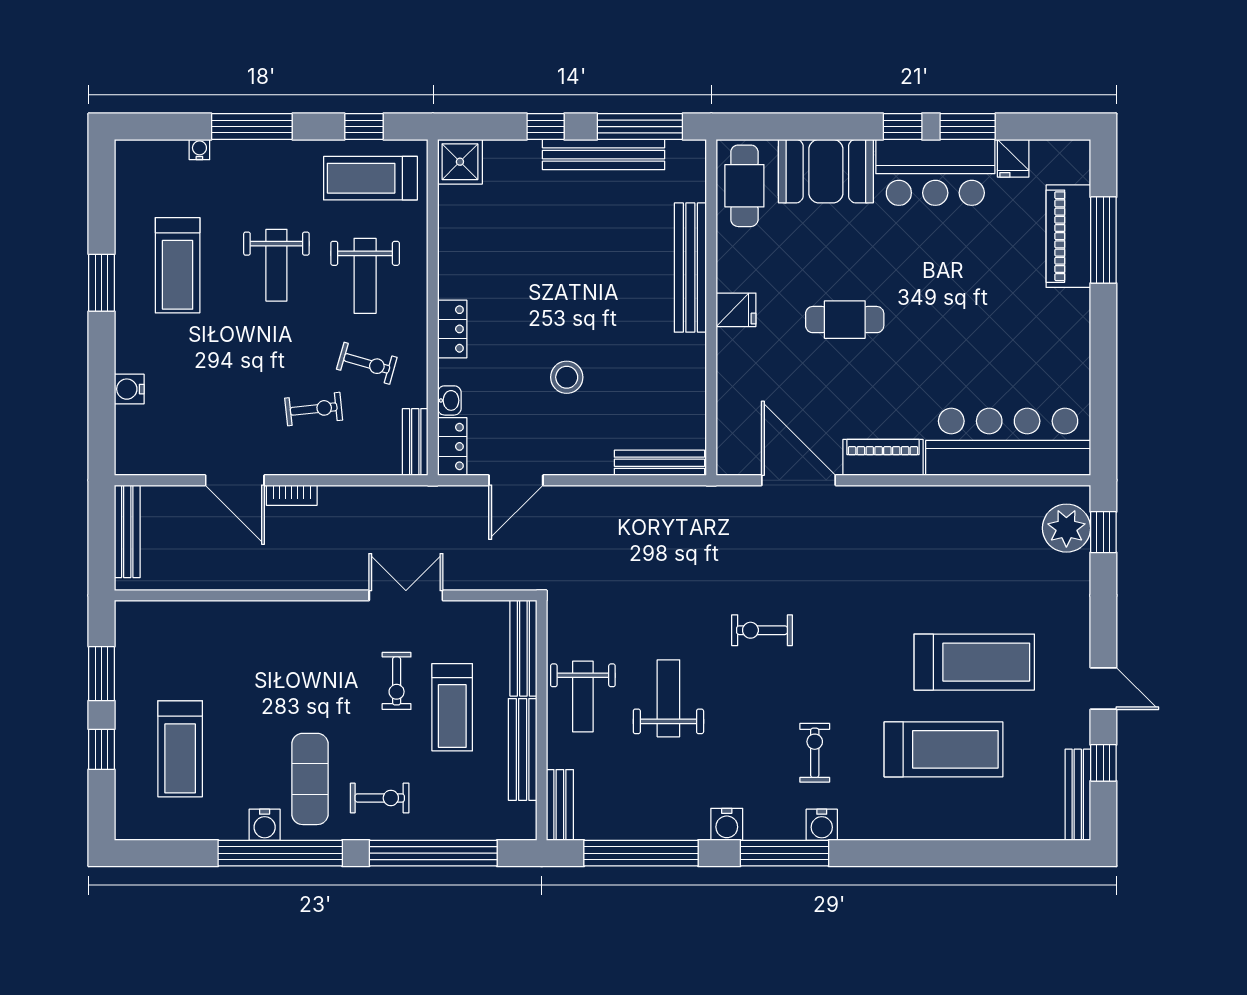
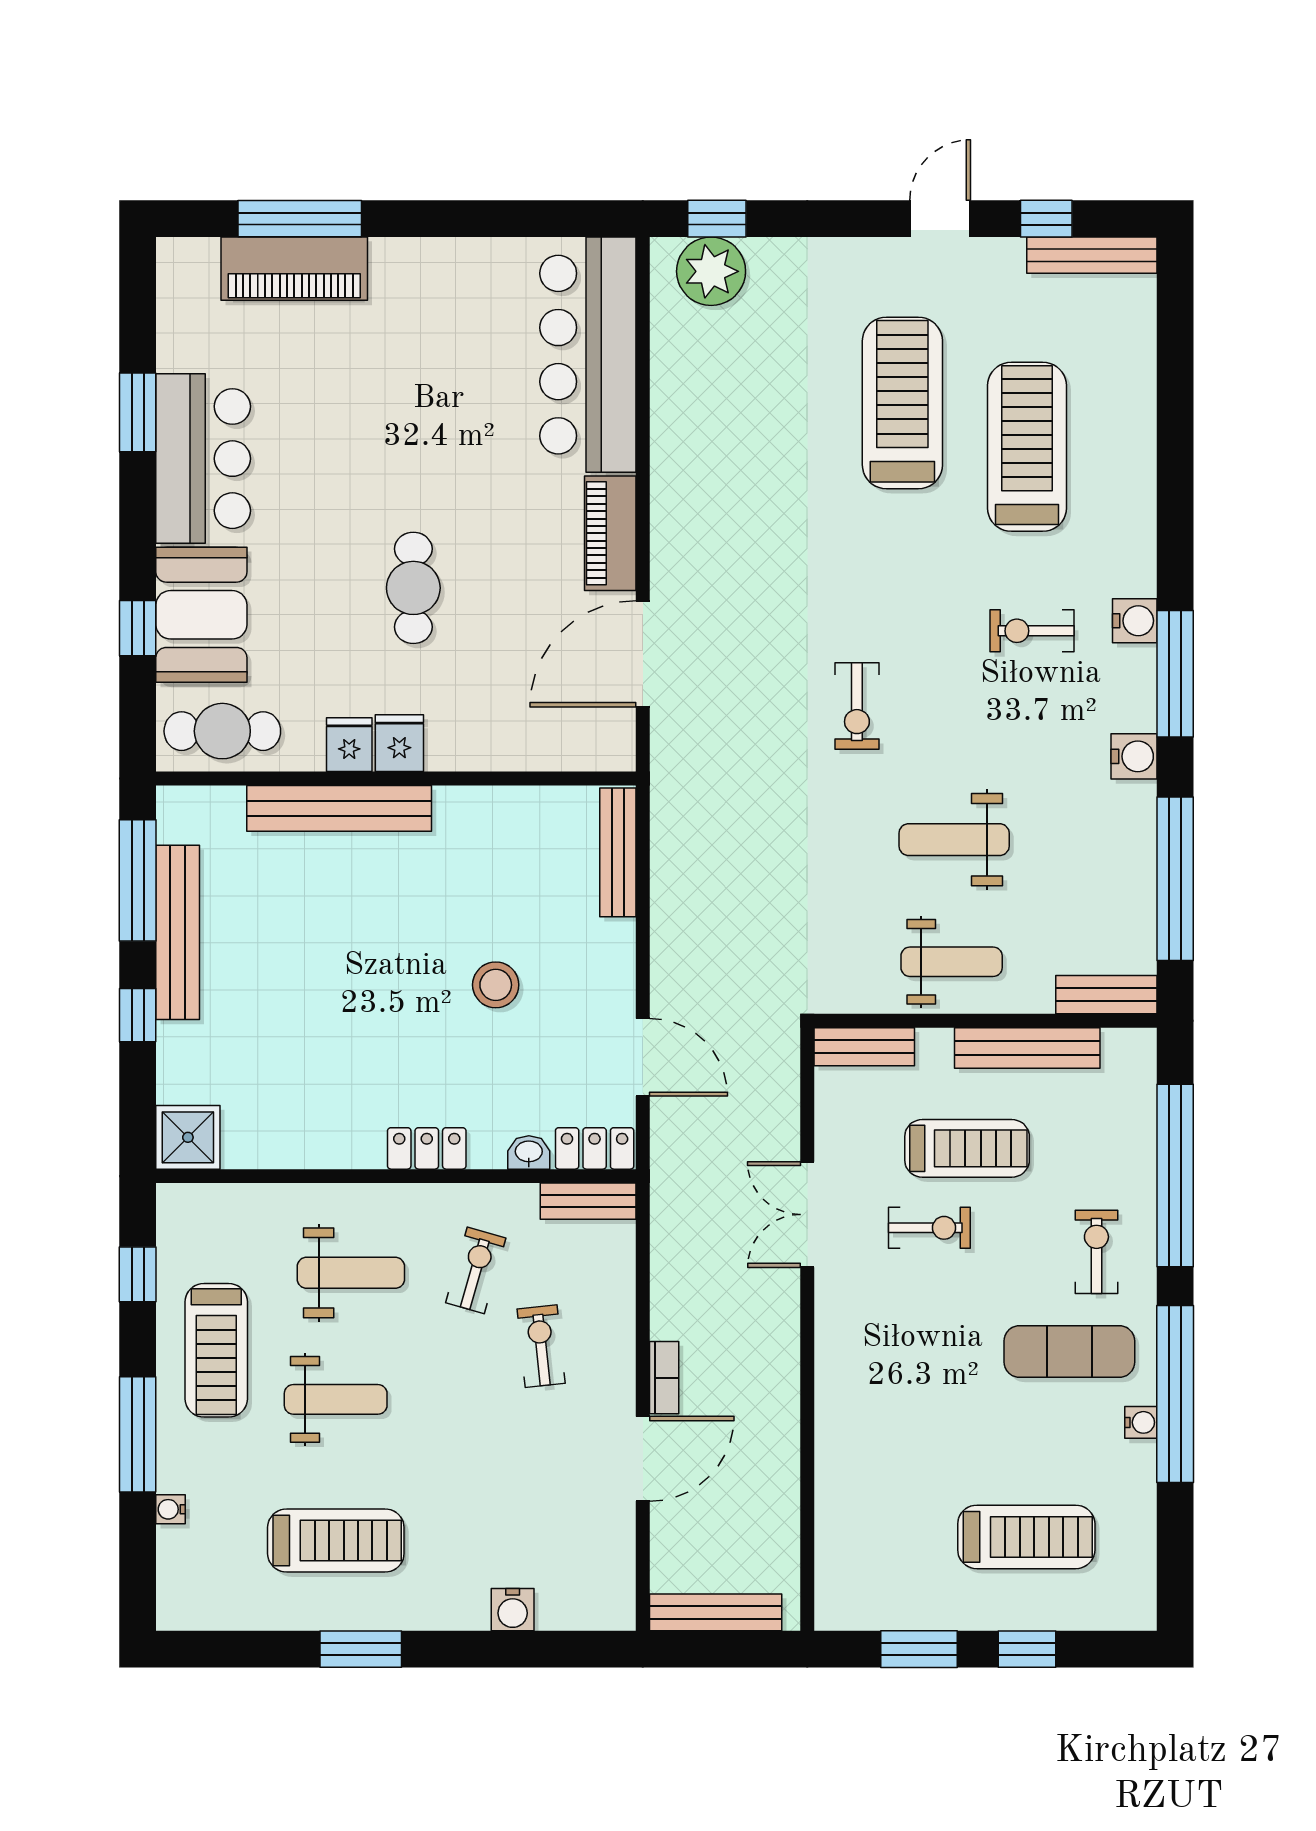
window: (903, 127) -> (138, 628), moved
fridge: (1013, 158) -> (349, 745), moved, turned -90
treadmill: (370, 178) -> (216, 1350), moved
bench: (523, 648) -> (864, 1047), width x0.73
water cooler: (265, 825) -> (1141, 1422), width x0.72, depth x0.72

